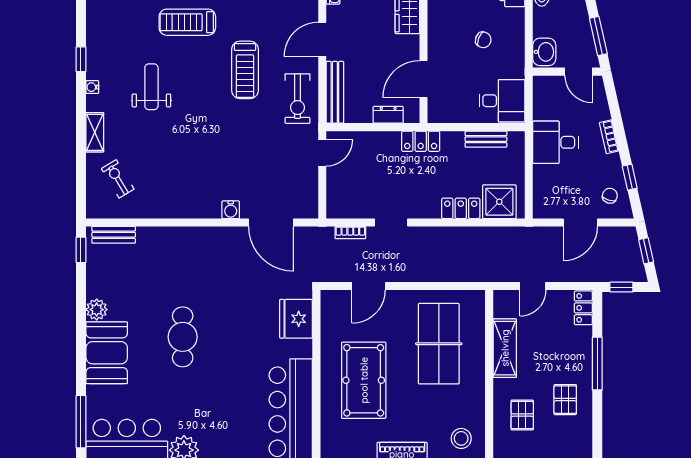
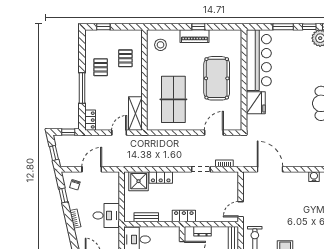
water cooler: (231, 210) -> (314, 177), moved
fridge: (296, 319) -> (256, 103), moved
shelving: (505, 348) -> (135, 114), moved

